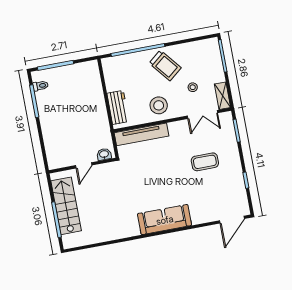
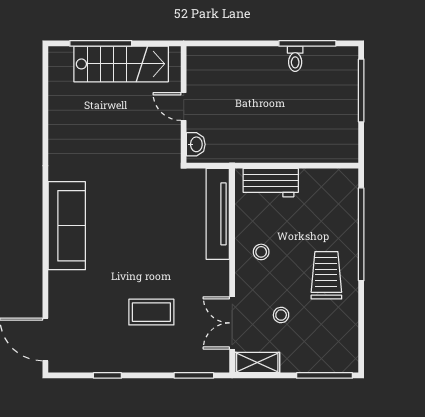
trolley: (165, 66) -> (326, 275), turned 129
toilet: (40, 86) -> (295, 59), moved
stool: (159, 105) -> (261, 252), width x0.53, depth x0.53
coffee table: (205, 162) -> (151, 312), turned 90

